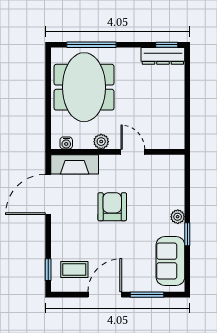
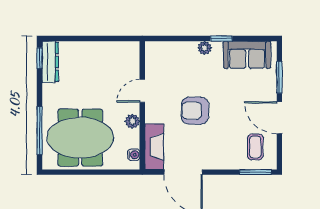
window: (48, 270) -> (255, 172), width x1.50

